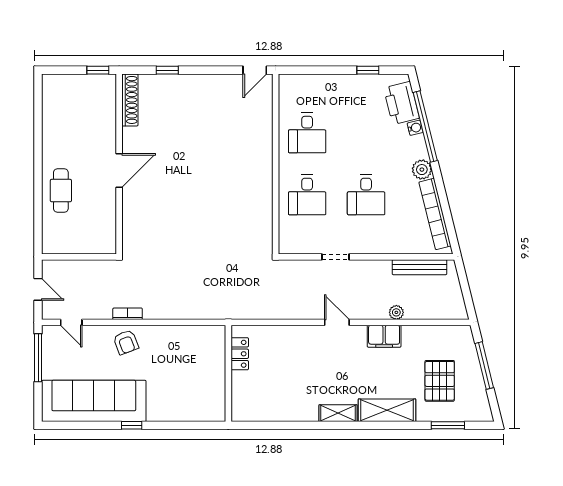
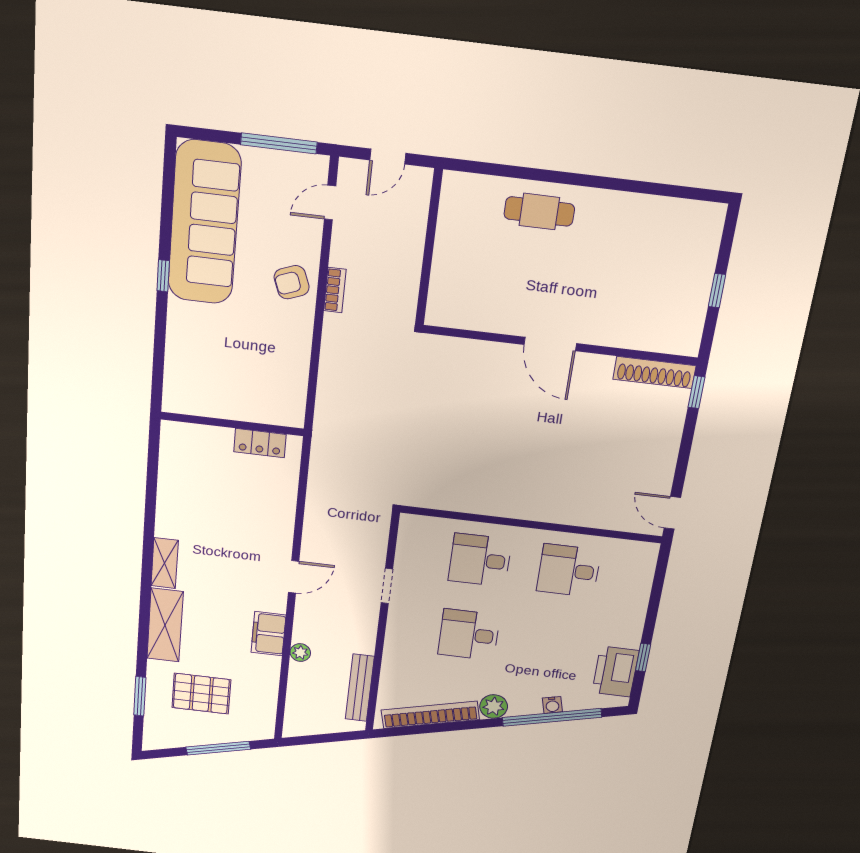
shoe rack: (130, 100) -> (654, 372), moved
printer: (401, 103) -> (615, 672), moved, turned -76
wall: (119, 164) -> (560, 345), moved
door: (119, 170) -> (550, 344), moved

